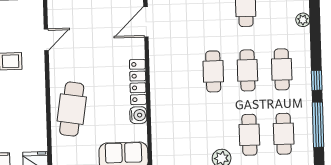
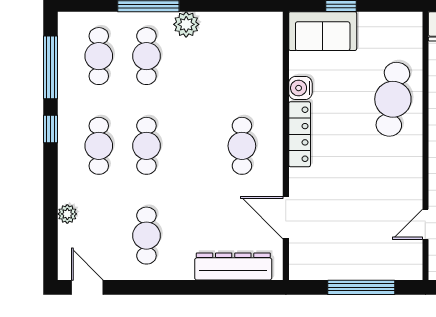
door: (146, 22) -> (286, 218), swing flipped
door: (46, 40) -> (425, 224), moved
cafe table: (213, 71) -> (242, 146), moved

